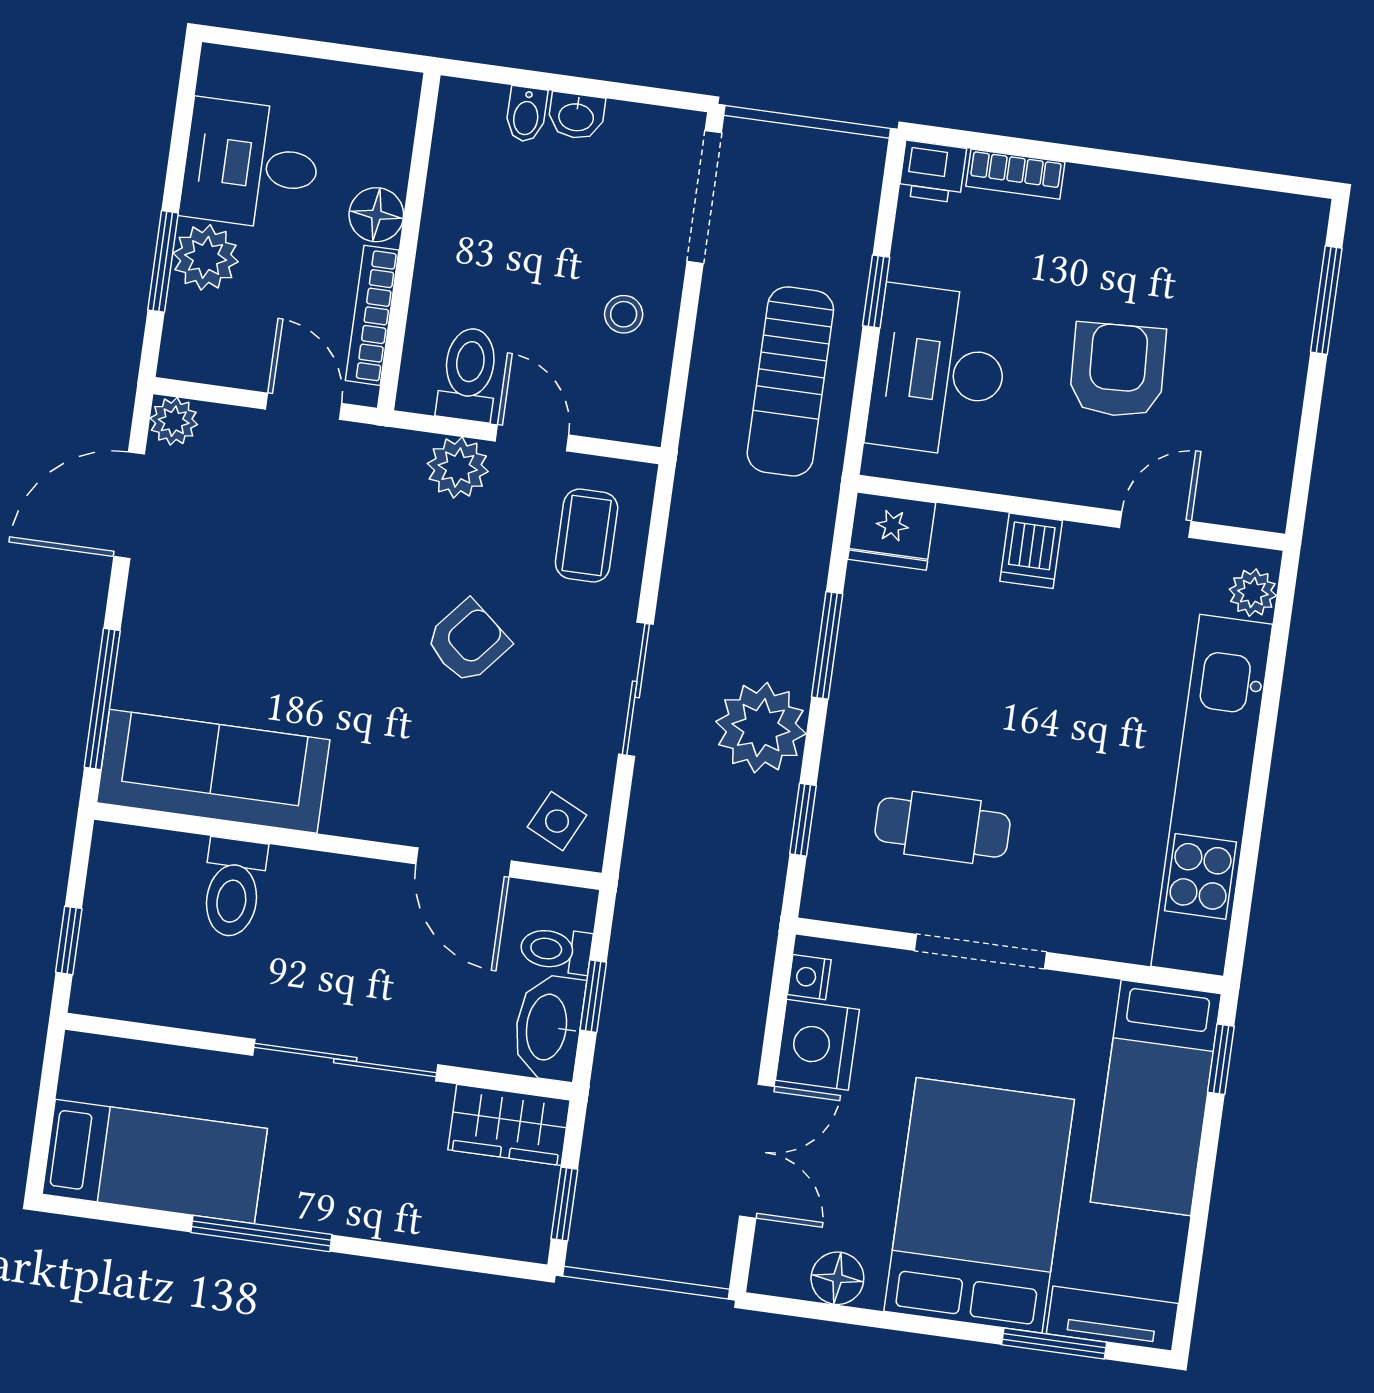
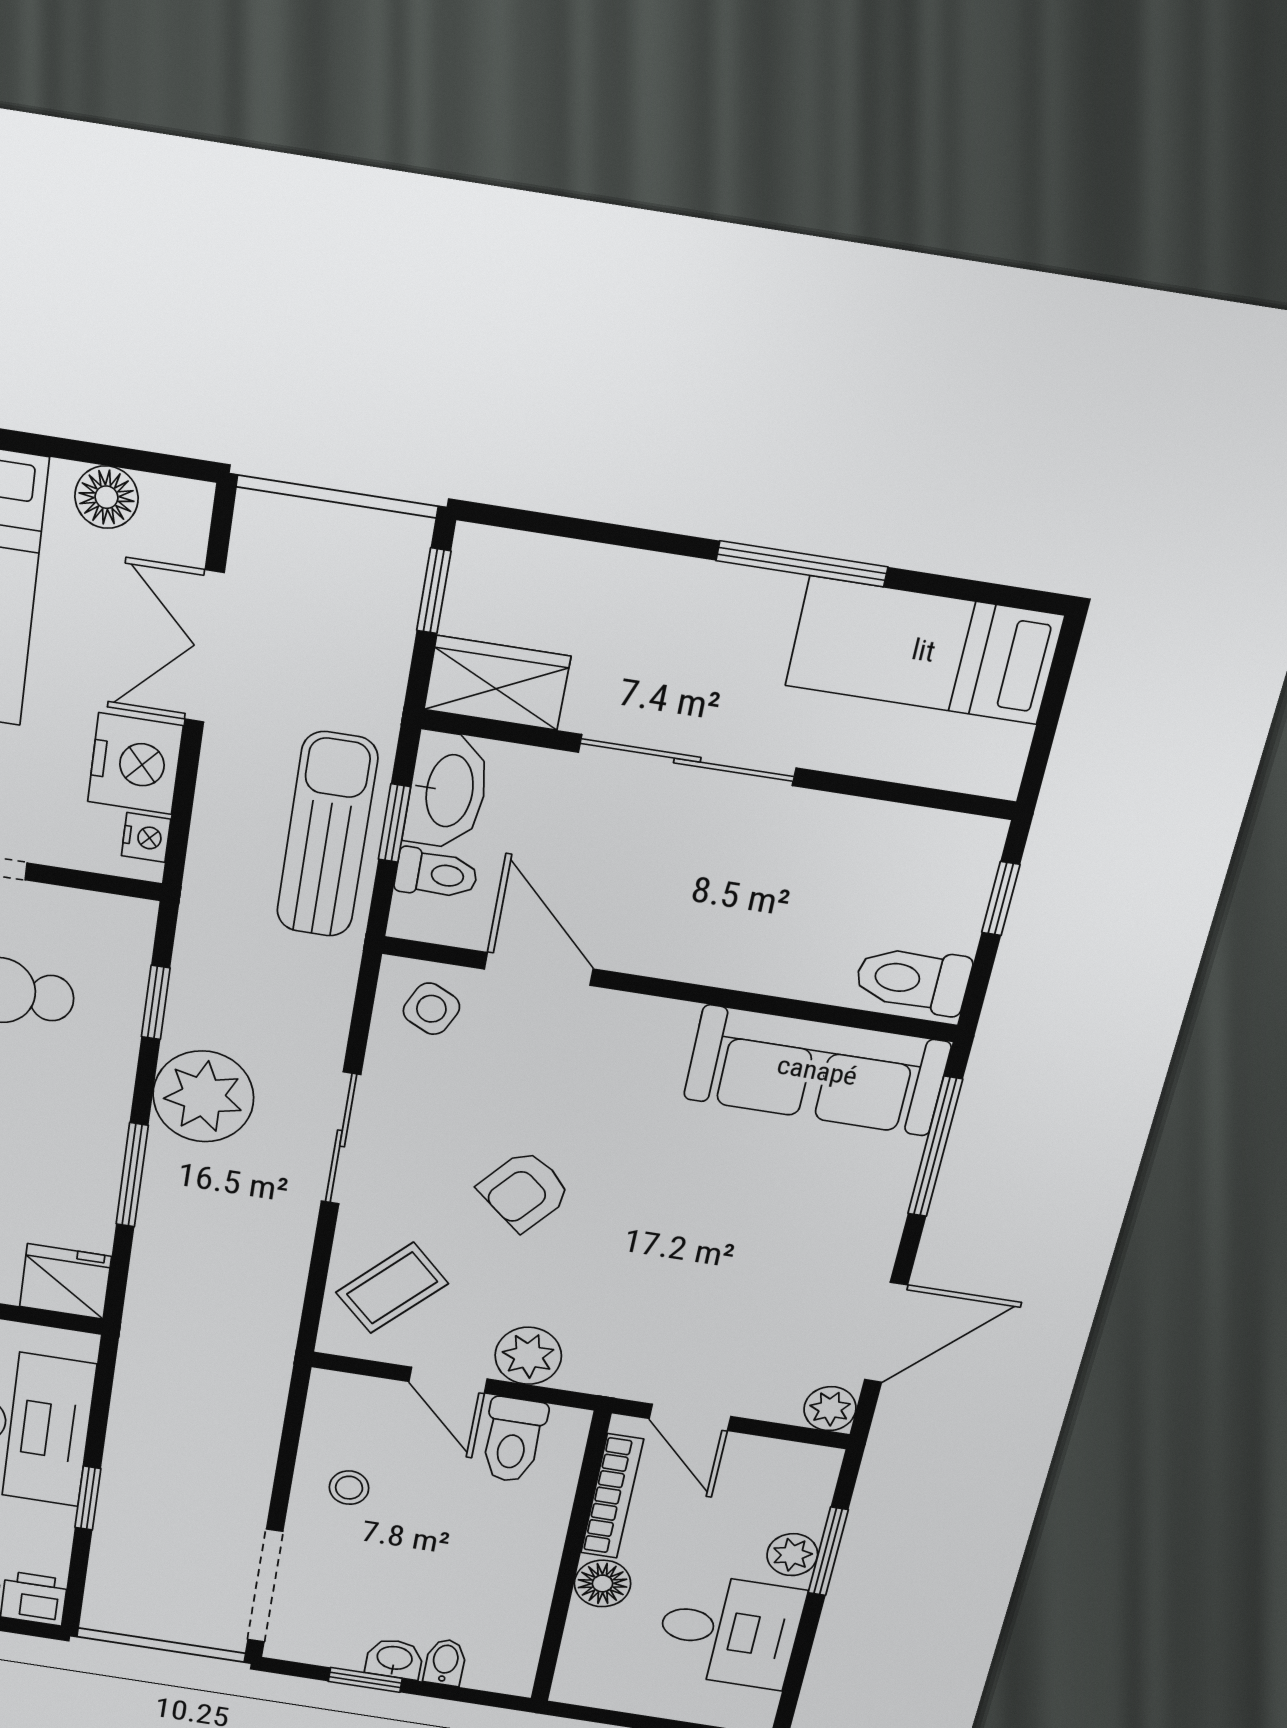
window: (605, 89) -> (365, 1680), added
plant: (206, 257) -> (792, 1555), width x0.73, depth x0.73
sun lounger: (790, 381) -> (327, 835), moved
coffee table: (587, 536) -> (392, 1288), turned 44
toilet: (233, 888) -> (913, 980), moved, turned -90

